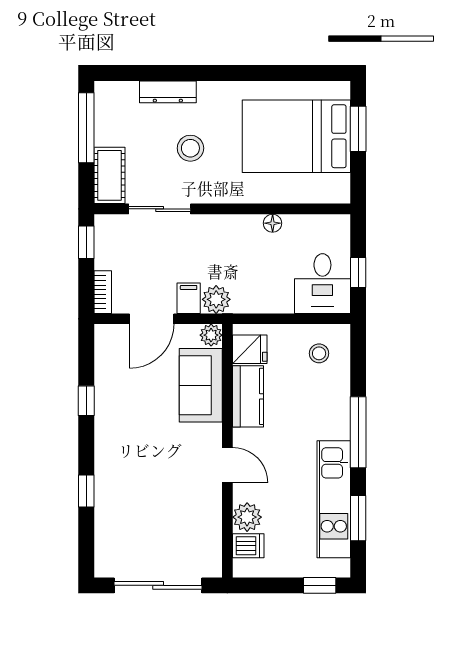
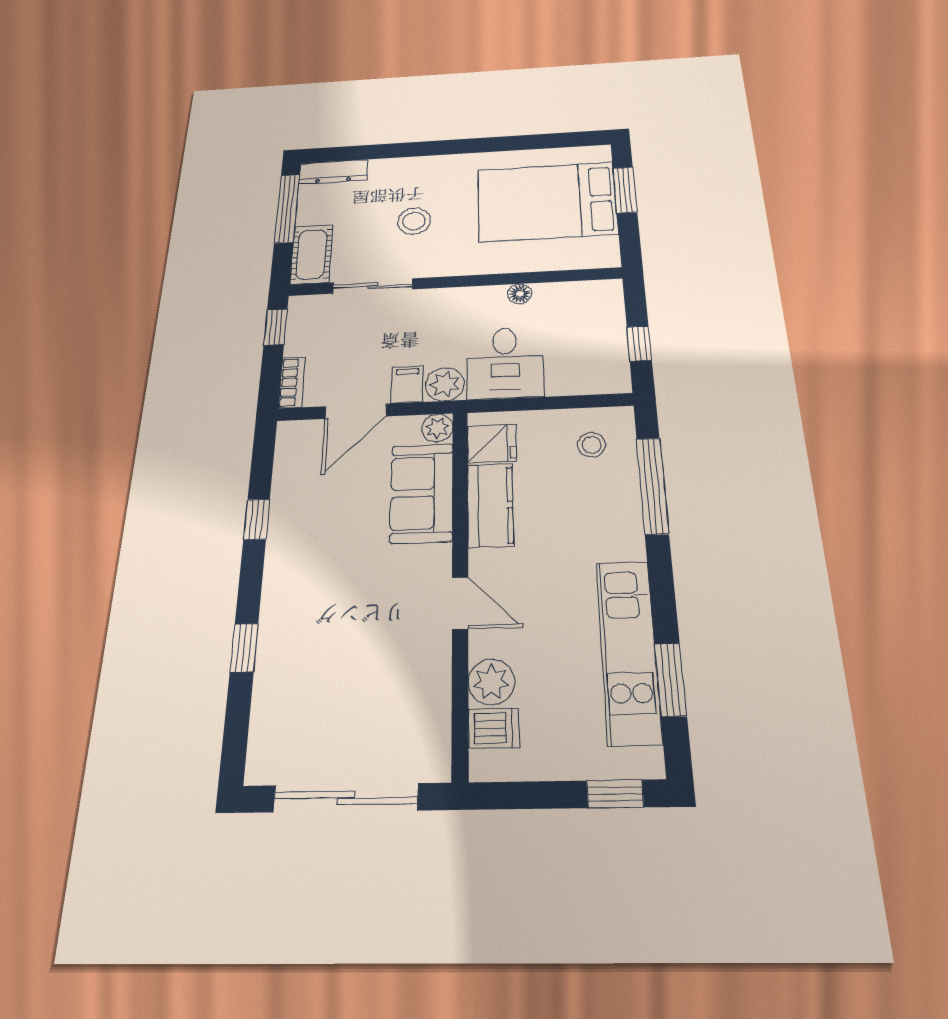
dresser: (168, 92) -> (333, 172), moved
desk: (322, 284) -> (505, 363), moved
window: (358, 432) -> (652, 486), moved

